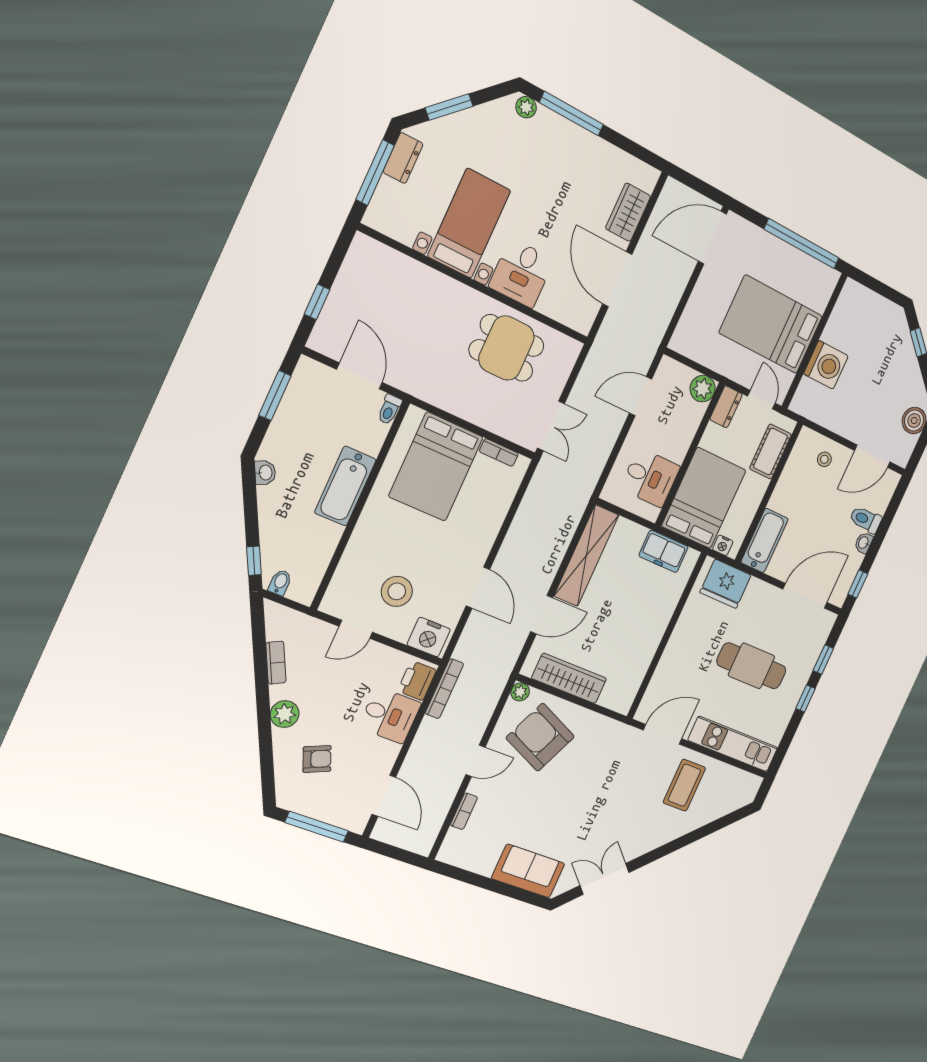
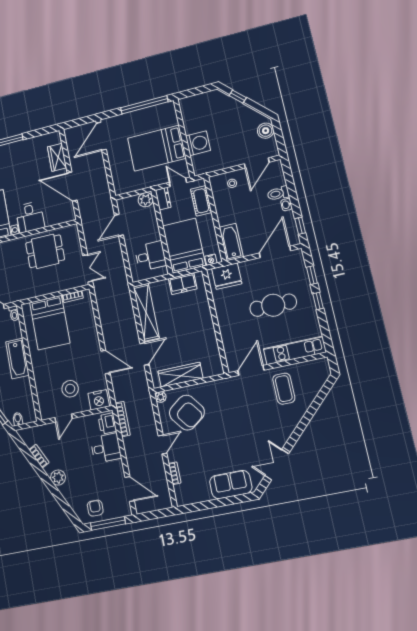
armchair: (540, 737) -> (187, 413), turned -151
armchair: (317, 759) -> (95, 508), moved, turned -67

